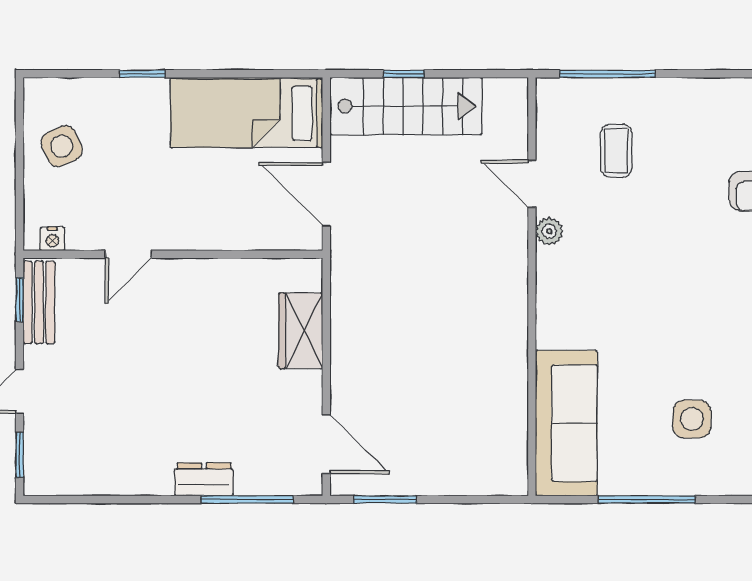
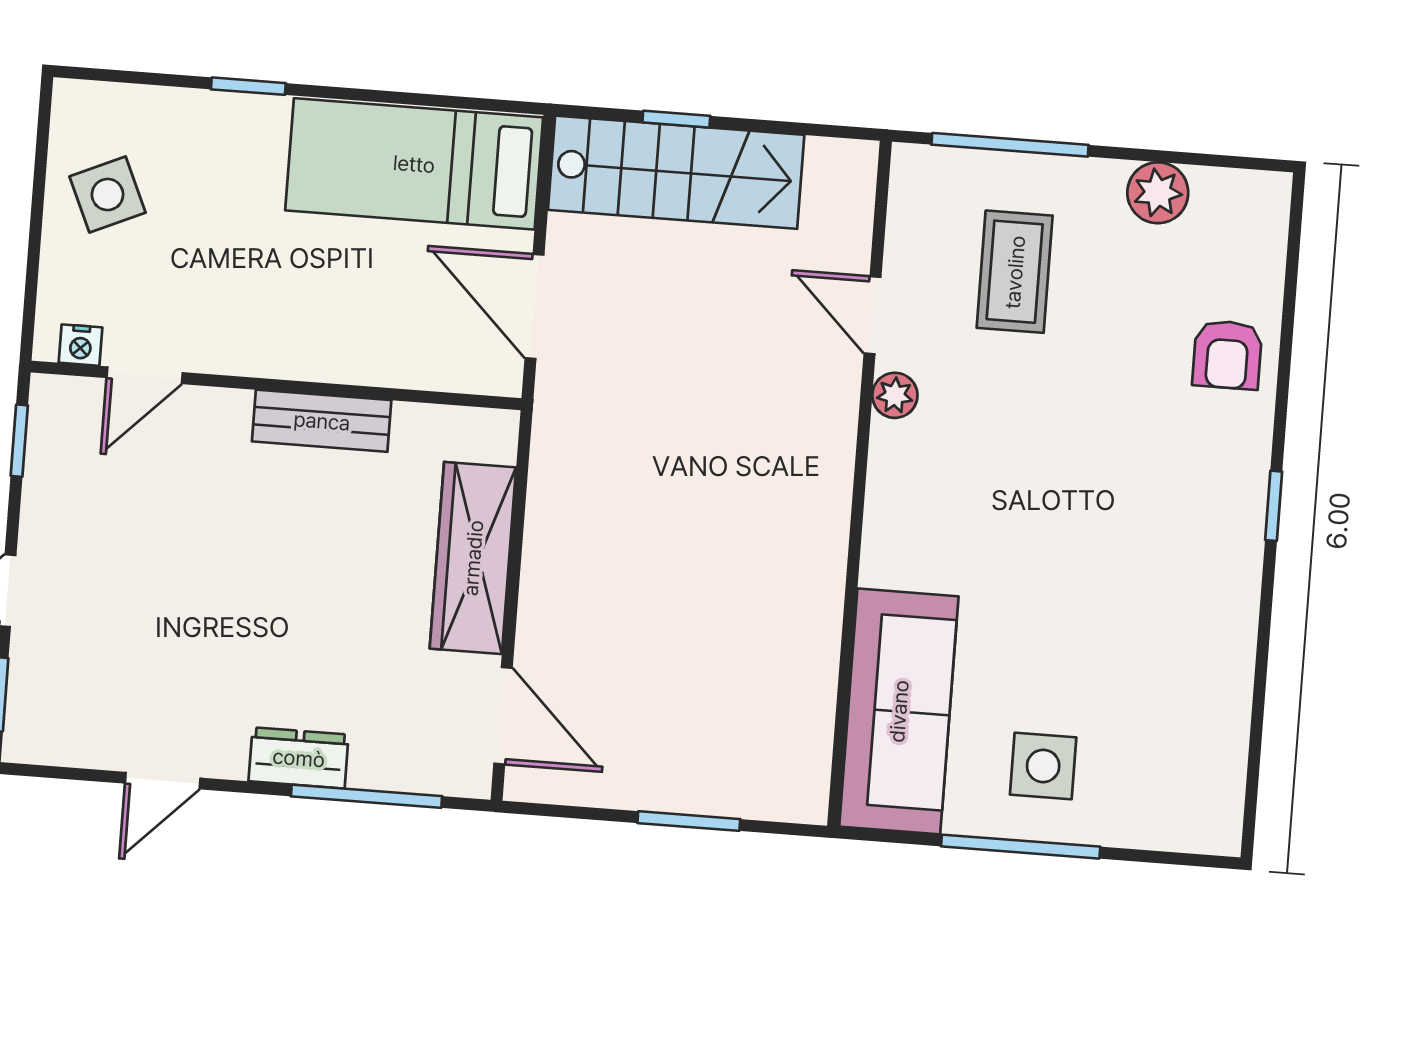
plant: (699, 96) -> (1158, 193), added
coffee table: (616, 151) -> (1015, 272), width x1.36, depth x1.30
door: (128, 254) -> (145, 375), moved
bench: (39, 302) -> (322, 421), moved, turned 90
wardrobe: (301, 331) -> (473, 558), width x1.50
side table: (692, 419) -> (1043, 766), moved
door: (123, 499) -> (163, 781), added
window: (385, 499) -> (689, 821), moved

